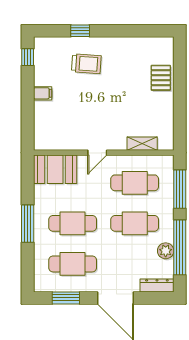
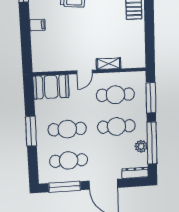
shelving: (142, 144) -> (109, 64), moved
window: (66, 298) -> (65, 187), width x1.44

